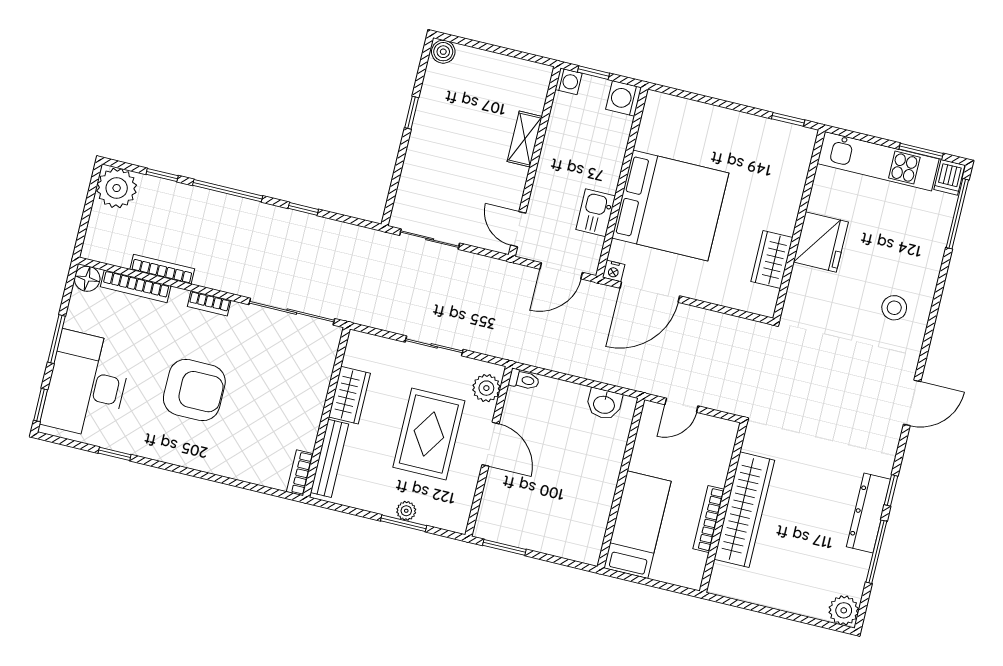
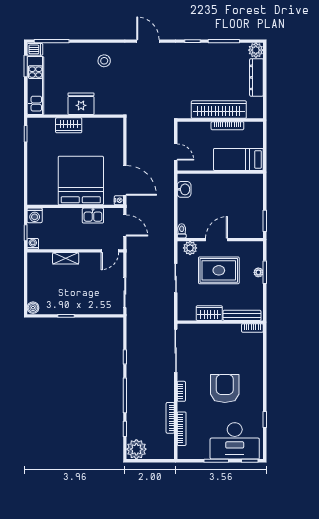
wardrobe: (772, 259) -> (69, 125), moved
floor lamp: (87, 279) -> (184, 453), removed
dresser: (868, 513) -> (256, 77), moved, turned 90

